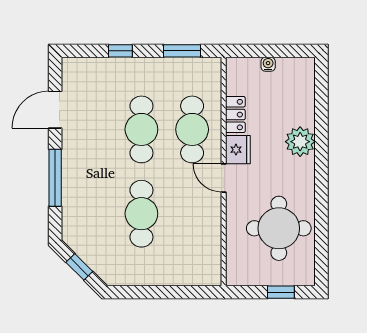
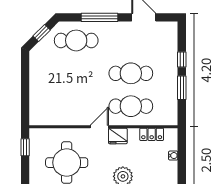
window: (182, 51) -> (182, 88), moved
locker: (235, 115) -> (152, 134), moved
cafe table: (141, 214) -> (76, 40), moved
window: (281, 292) -> (25, 147), moved

